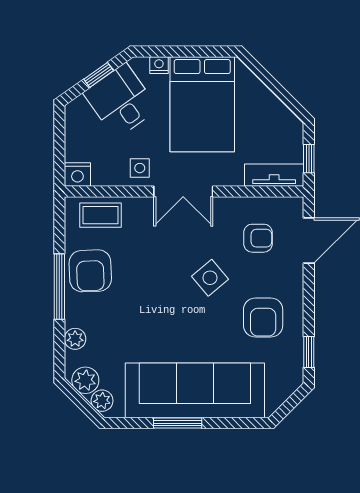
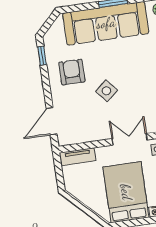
window: (309, 159) -> (59, 169), removed
armchair: (258, 238) -> (82, 118), removed

